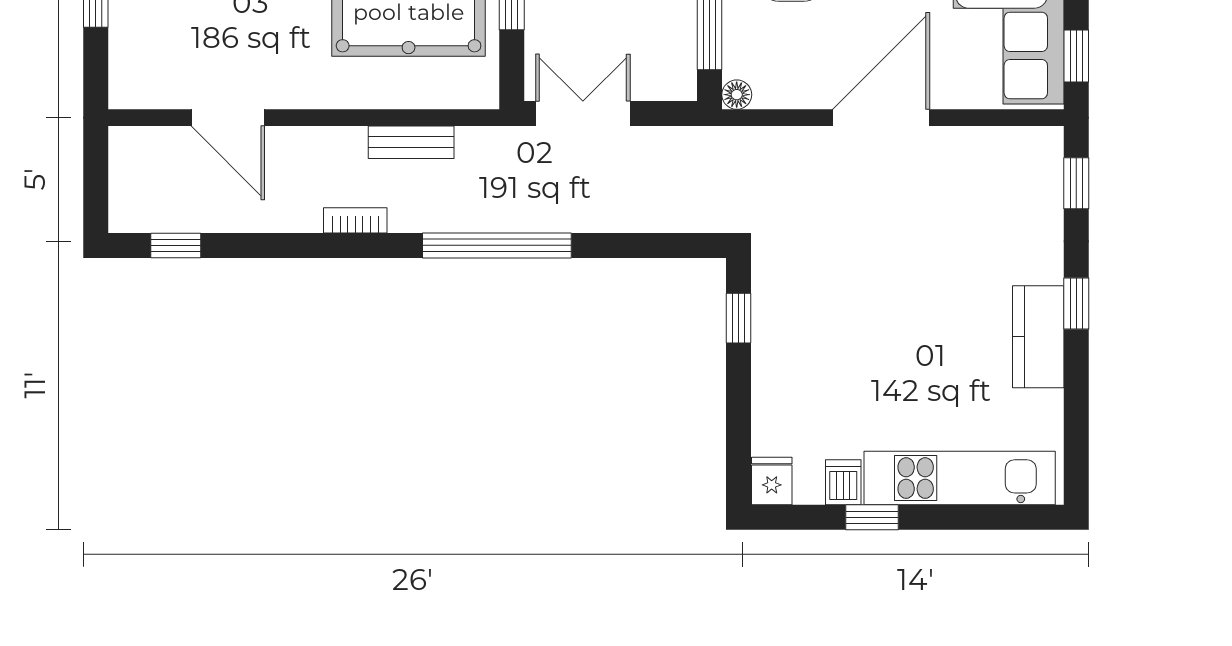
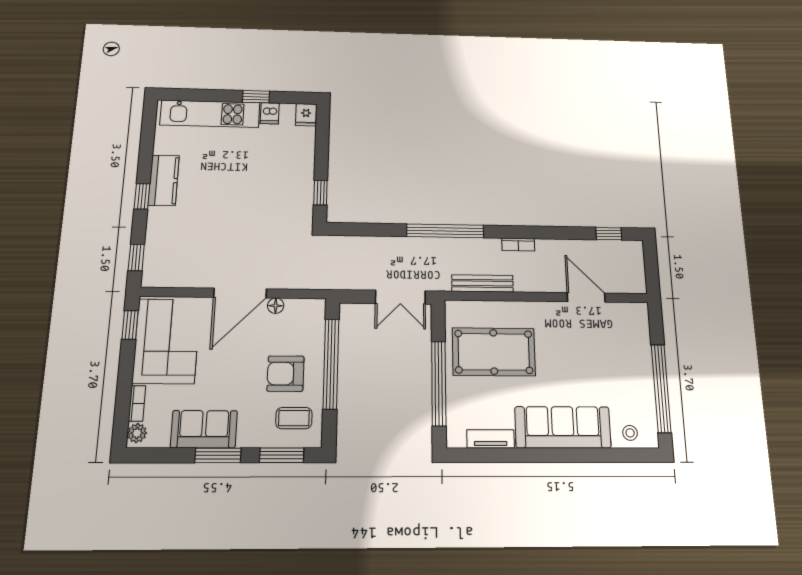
floor lamp: (737, 95) -> (276, 306), moved
bench: (411, 142) -> (482, 283), width x1.36

